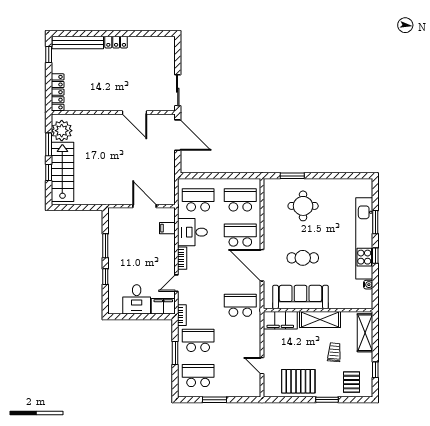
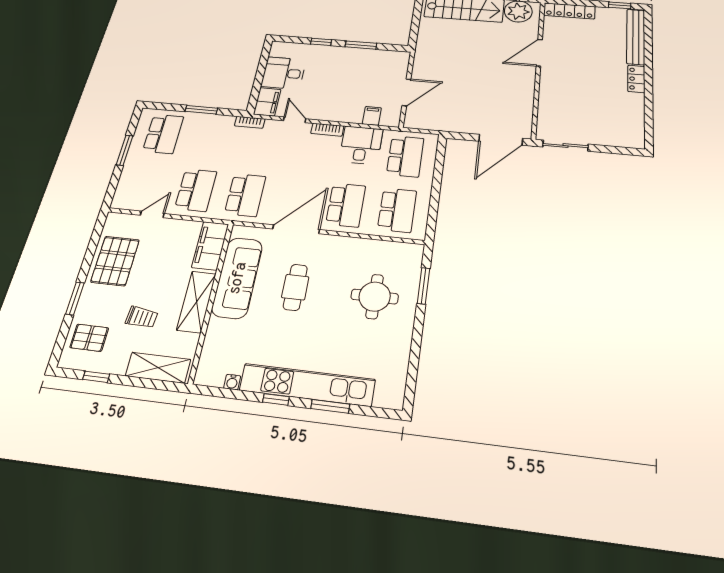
door: (135, 113) -> (539, 53), moved
school desk: (198, 340) -> (196, 190), moved

